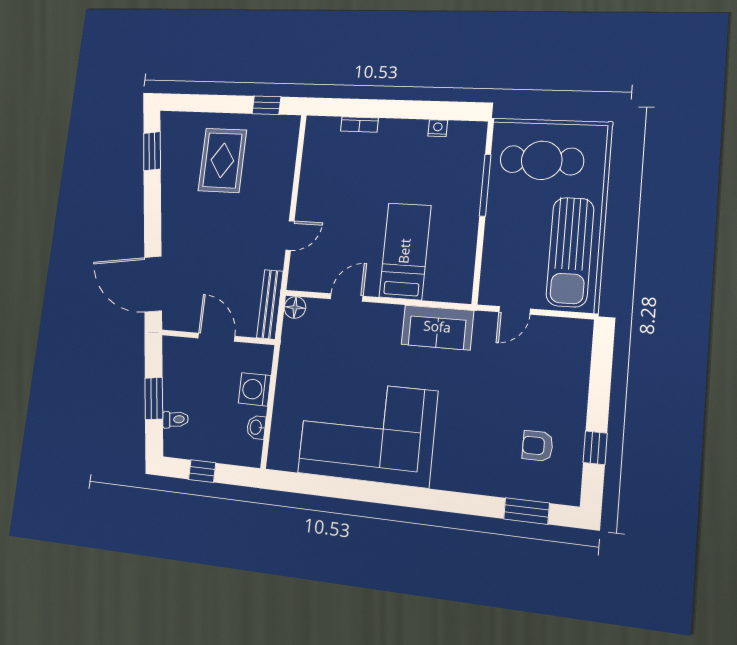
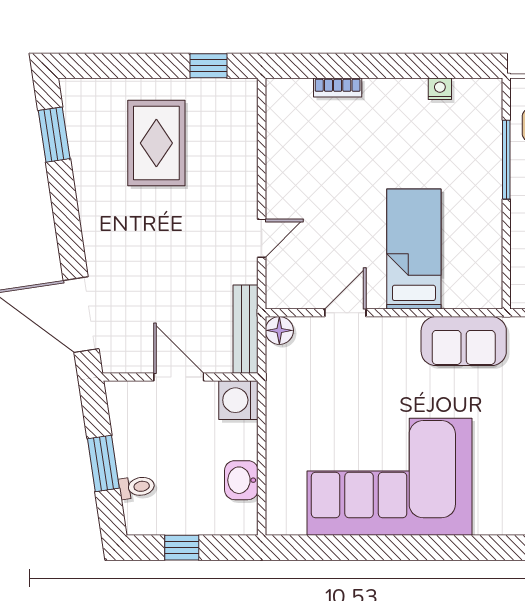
washing machine: (255, 389) -> (238, 400), moved
washbasin: (256, 427) -> (241, 480), width x1.38, depth x1.45

